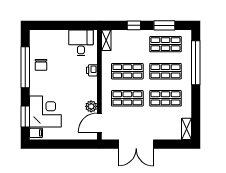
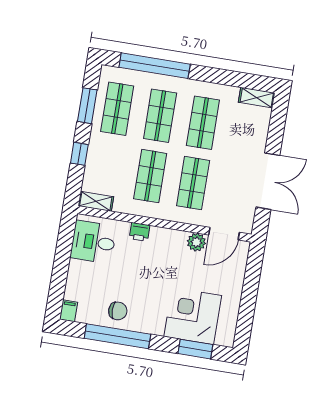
door: (99, 123) -> (224, 234), hinge flipped
filing cabinet: (36, 133) -> (69, 311), moved

